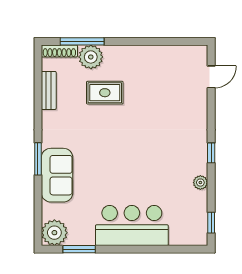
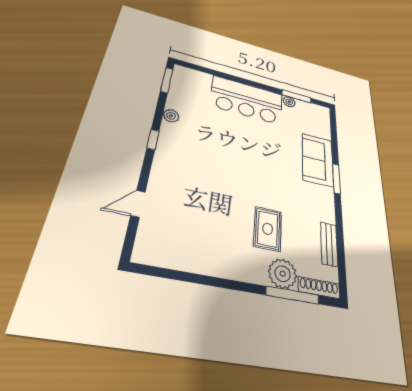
door: (211, 77) -> (138, 204), moved
rug: (105, 93) -> (268, 229), turned 90
window: (211, 223) -> (167, 80), width x1.50
plant: (54, 233) -> (289, 102), moved, width x0.53, depth x0.53

